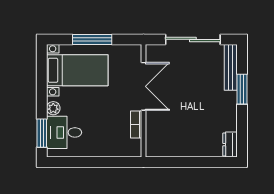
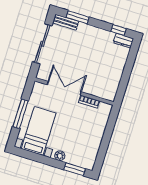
bench: (231, 67) -> (66, 22), width x0.73
window: (242, 89) -> (78, 17), moved
desk: (64, 132) -> (79, 154), removed
window: (242, 134) -> (118, 30), added

